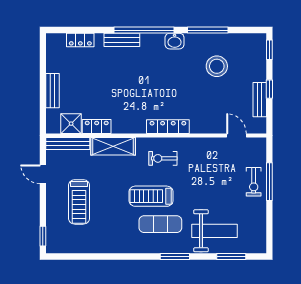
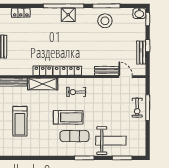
bench: (122, 40) -> (107, 71), moved
washbasin: (175, 41) -> (139, 13), moved
stool: (217, 66) -> (105, 21), moved
shower: (71, 124) -> (68, 15), moved
locker: (97, 127) -> (43, 71), moved
locker: (168, 127) -> (67, 71), moved
treadmill: (151, 196) -> (68, 117), turned 180

